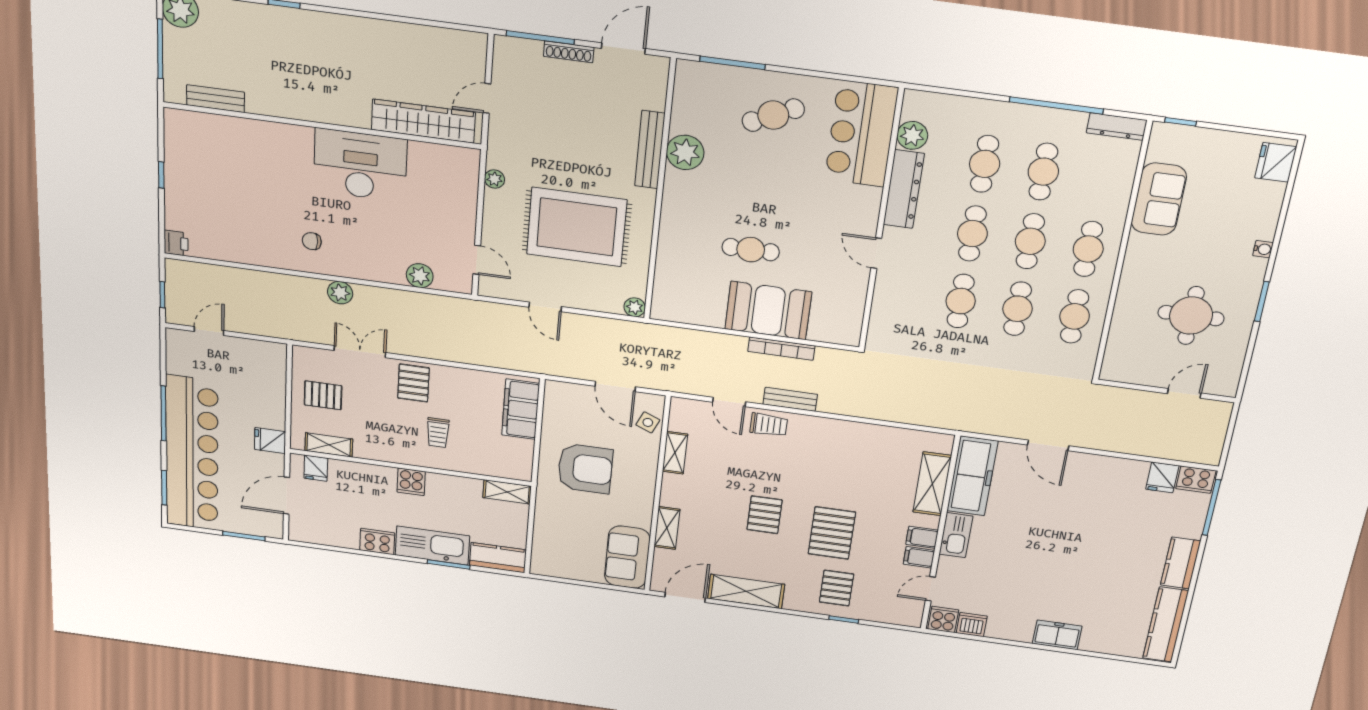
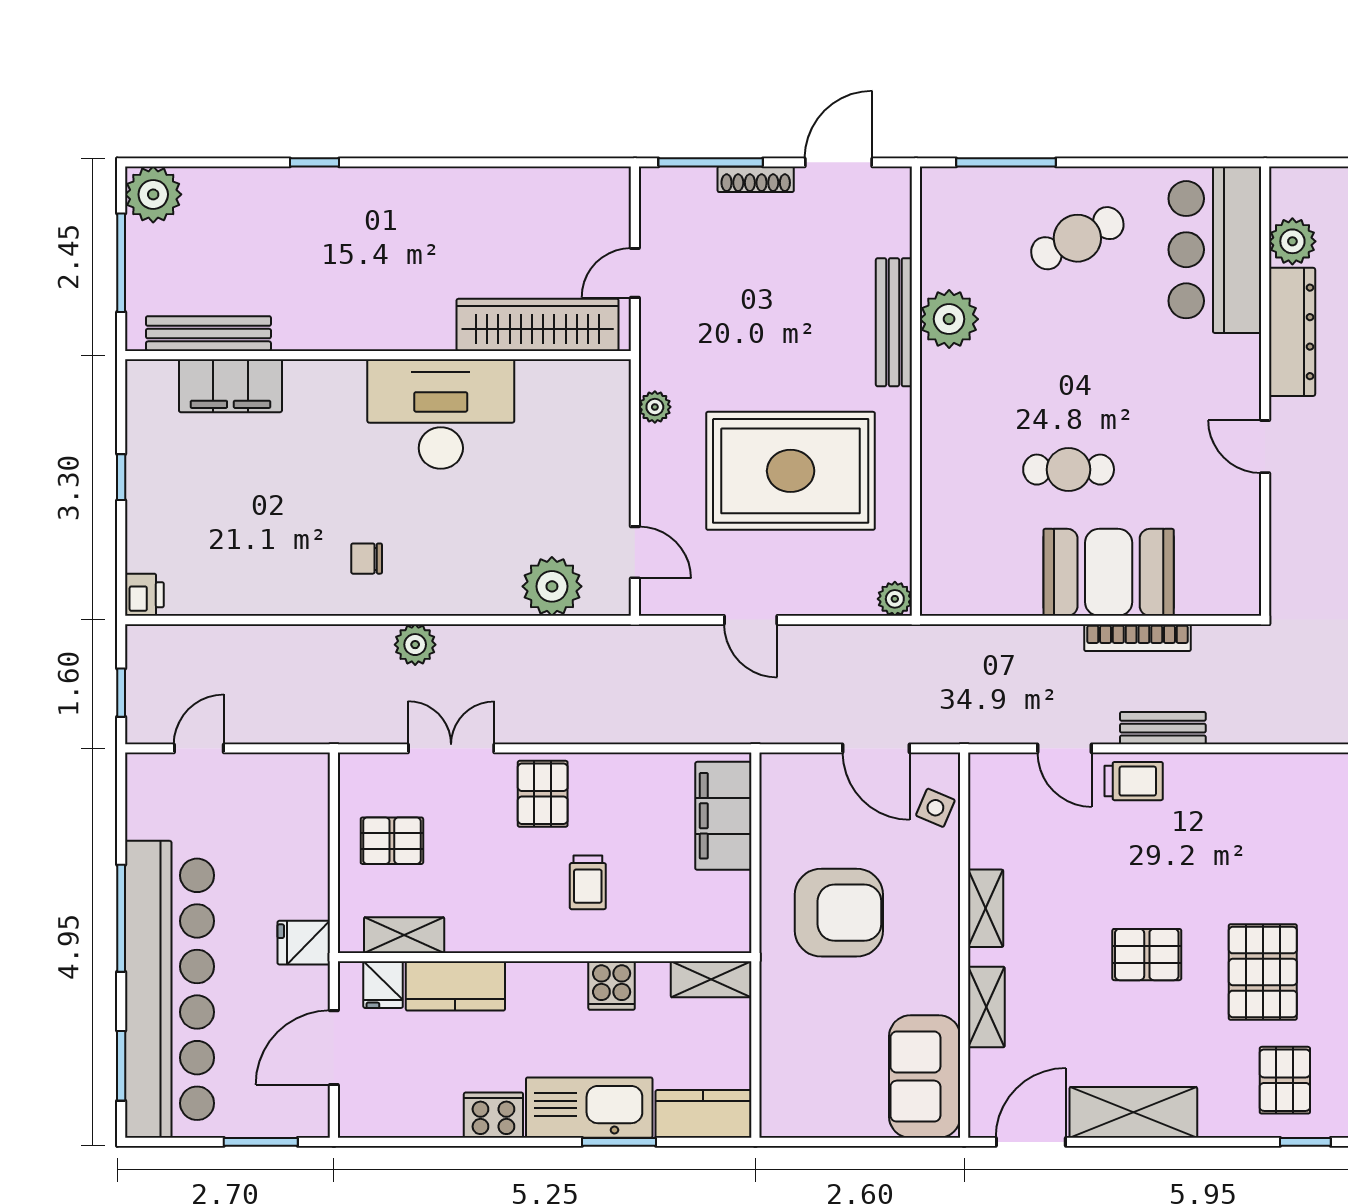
bench: (215, 99) -> (208, 334), width x1.36
filing cabinet: (229, 131) -> (230, 386), added
plant: (420, 276) -> (552, 586), width x1.36, depth x1.36
shelving: (675, 453) -> (986, 908), moved
kitchen counter: (358, 475) -> (455, 986), added
cooker: (411, 482) -> (612, 986), moved
pallet: (765, 515) -> (1147, 955), turned 90

